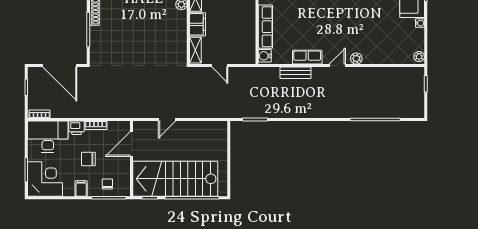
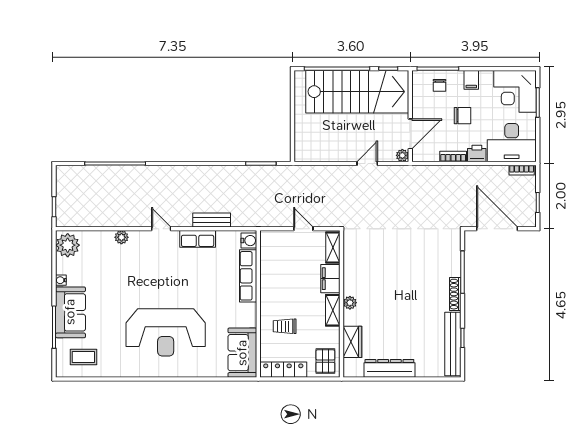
plant: (419, 57) -> (68, 245), width x1.87, depth x1.87
plant: (356, 59) -> (121, 237), moved
door: (337, 66) -> (161, 229), swing flipped
plant: (138, 126) -> (402, 155), added

